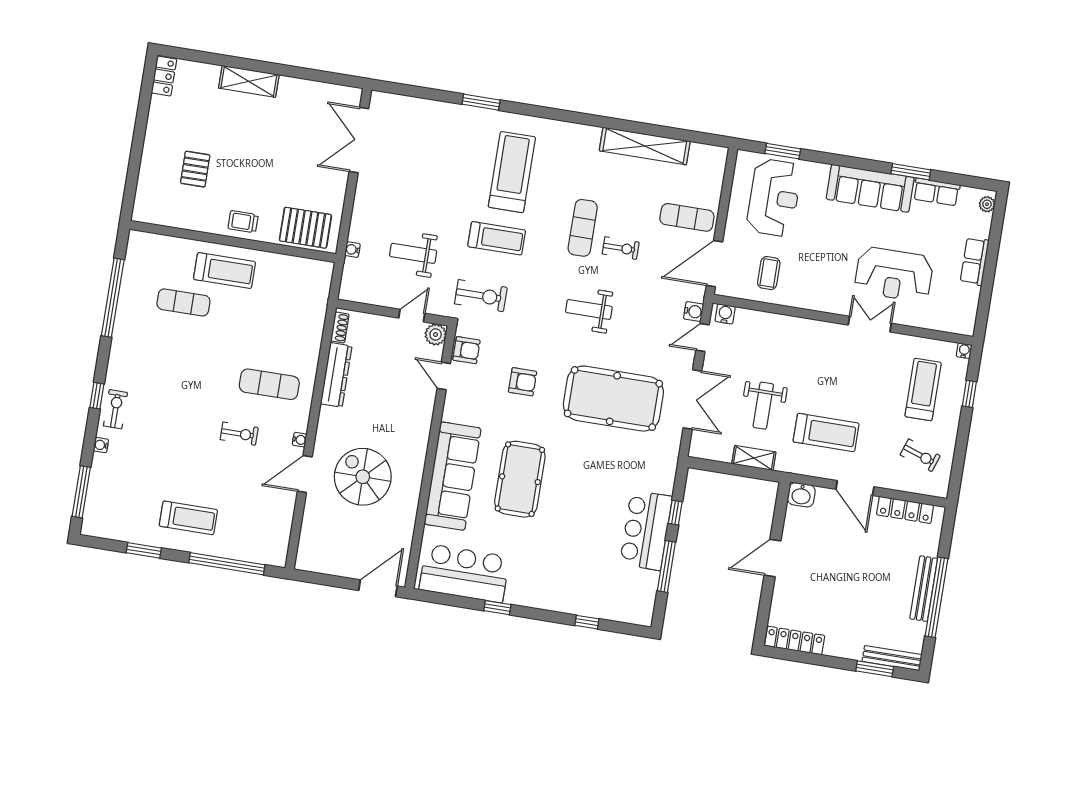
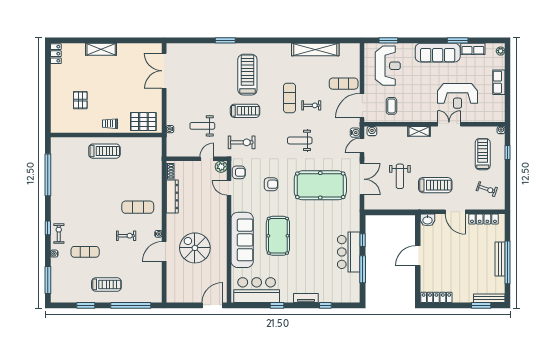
exercise mat: (183, 302) -> (85, 252), moved
shelving: (754, 458) -> (419, 131), moved
tv unit: (553, 603) -> (306, 298), added

